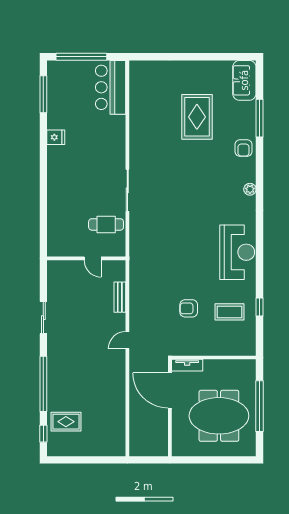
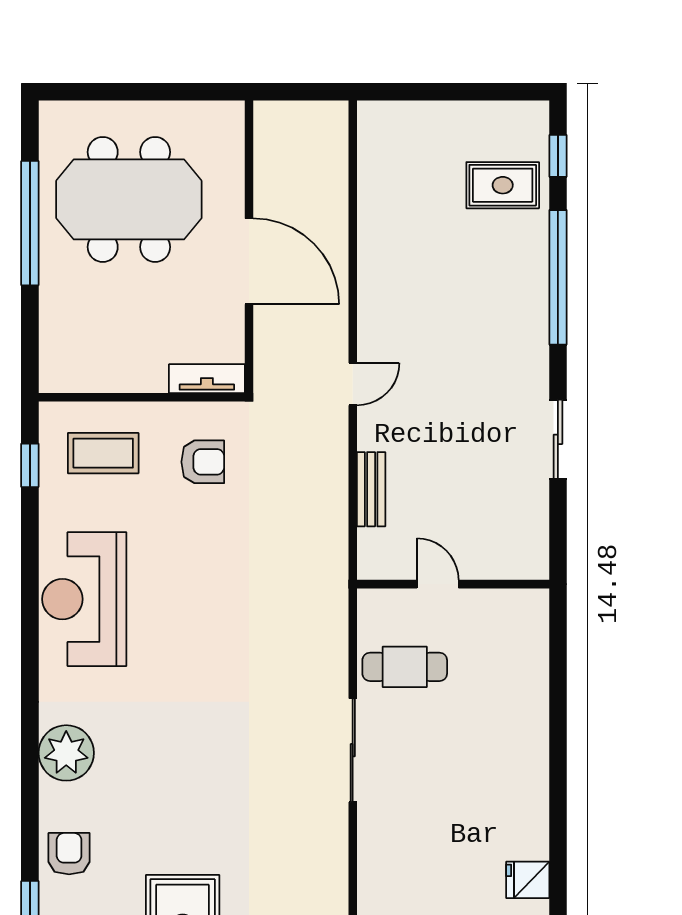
plant: (250, 189) -> (66, 753), width x1.87, depth x1.87
wall: (214, 357) -> (142, 397), moved
tv unit: (187, 365) -> (207, 379), moved

